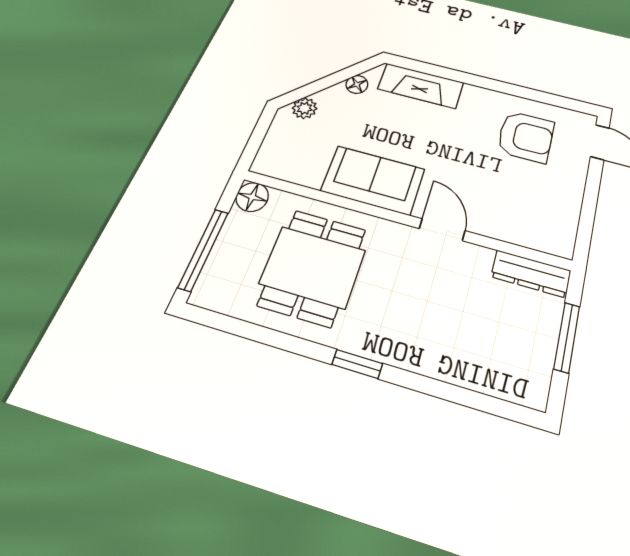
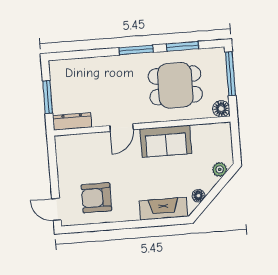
door: (442, 230) -> (122, 128), hinge flipped
dining table: (313, 267) -> (175, 85), turned 90
window: (264, 335) -> (183, 46), added
window: (357, 364) -> (136, 50), width x1.50

